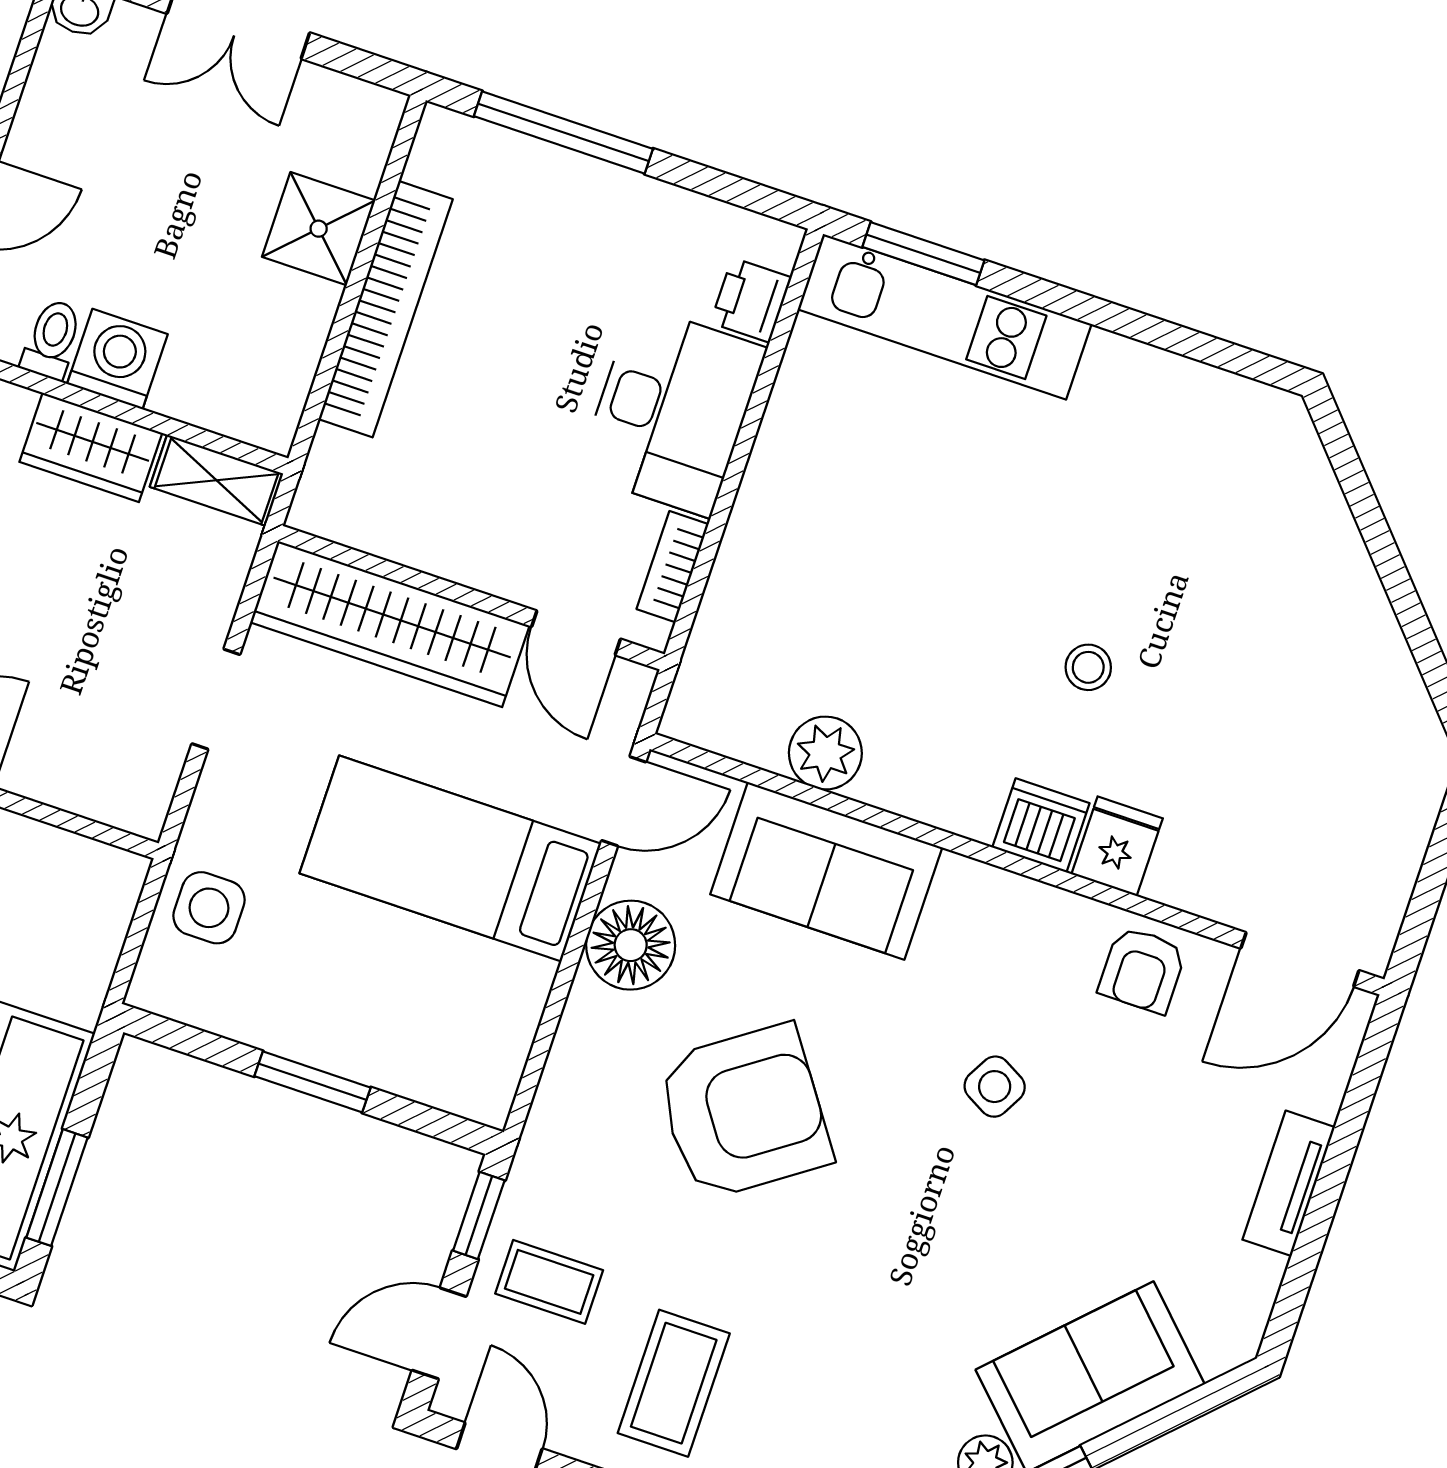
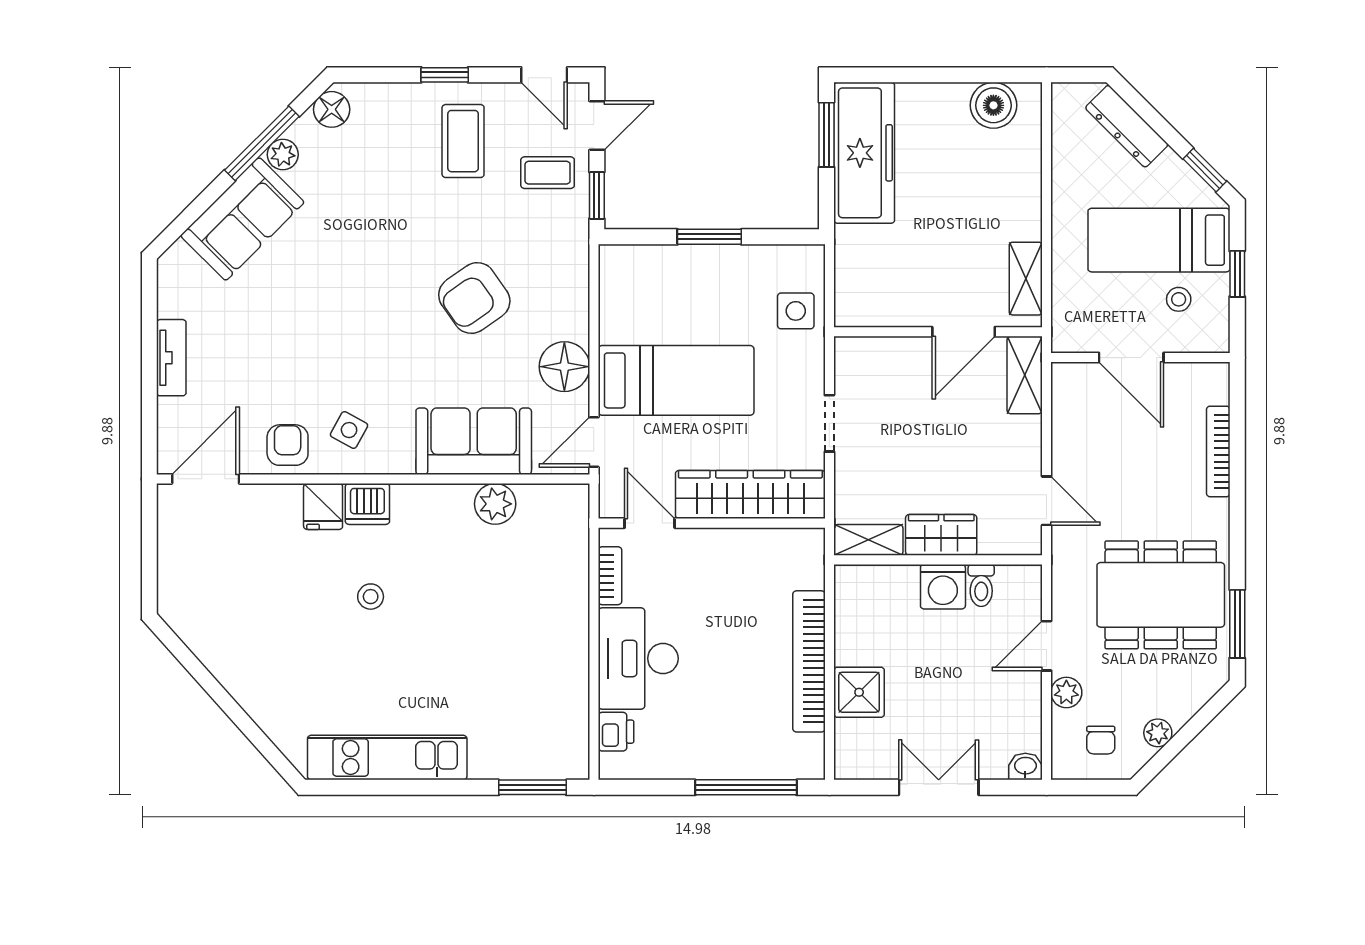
kitchen unit: (945, 317) -> (387, 758), moved
side table: (995, 1087) -> (349, 430), moved
armchair: (744, 1112) -> (474, 298), width x0.73, depth x0.73

